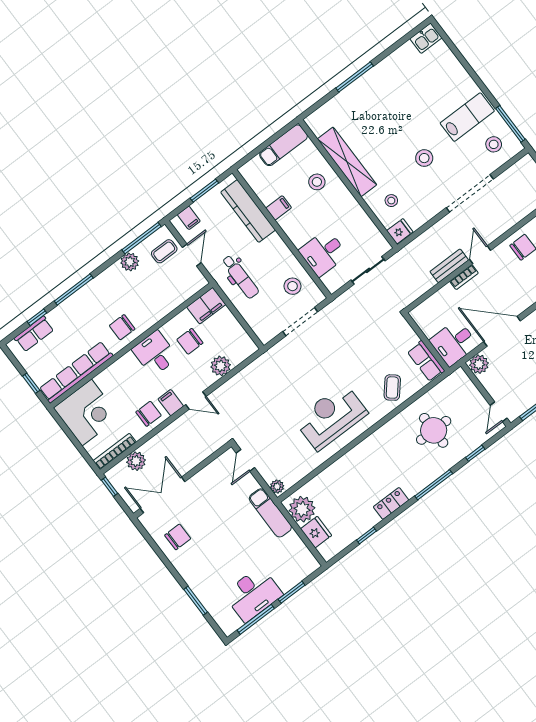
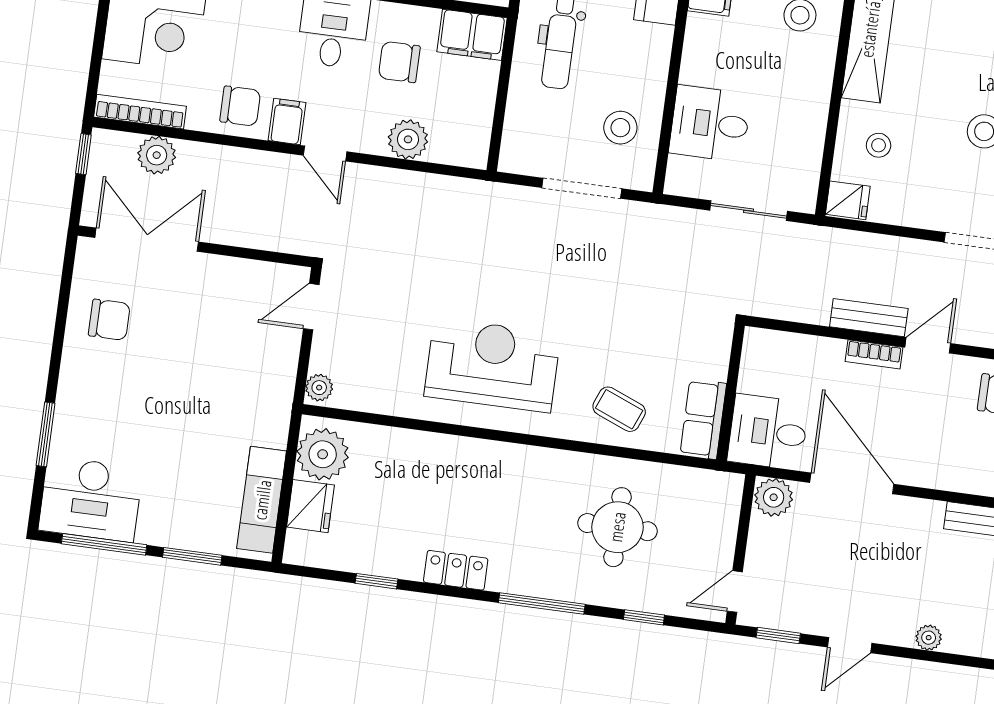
coffee table: (392, 388) -> (619, 409), turned 72
exam couch: (270, 513) -> (262, 500), moved
desk: (253, 594) -> (91, 499), moved

